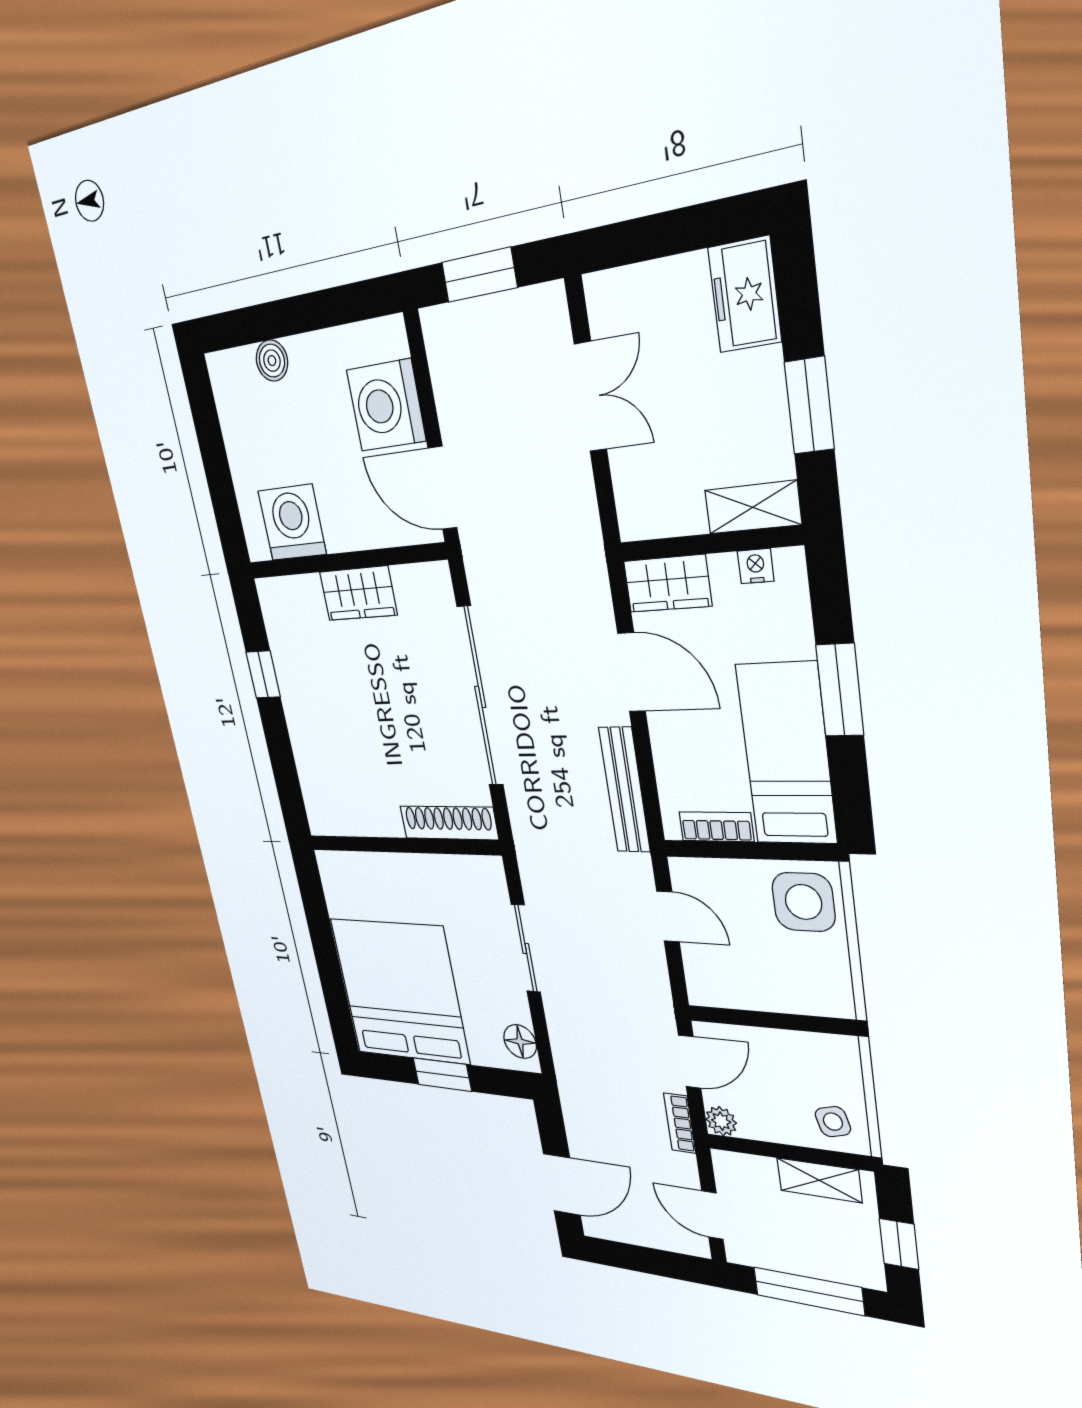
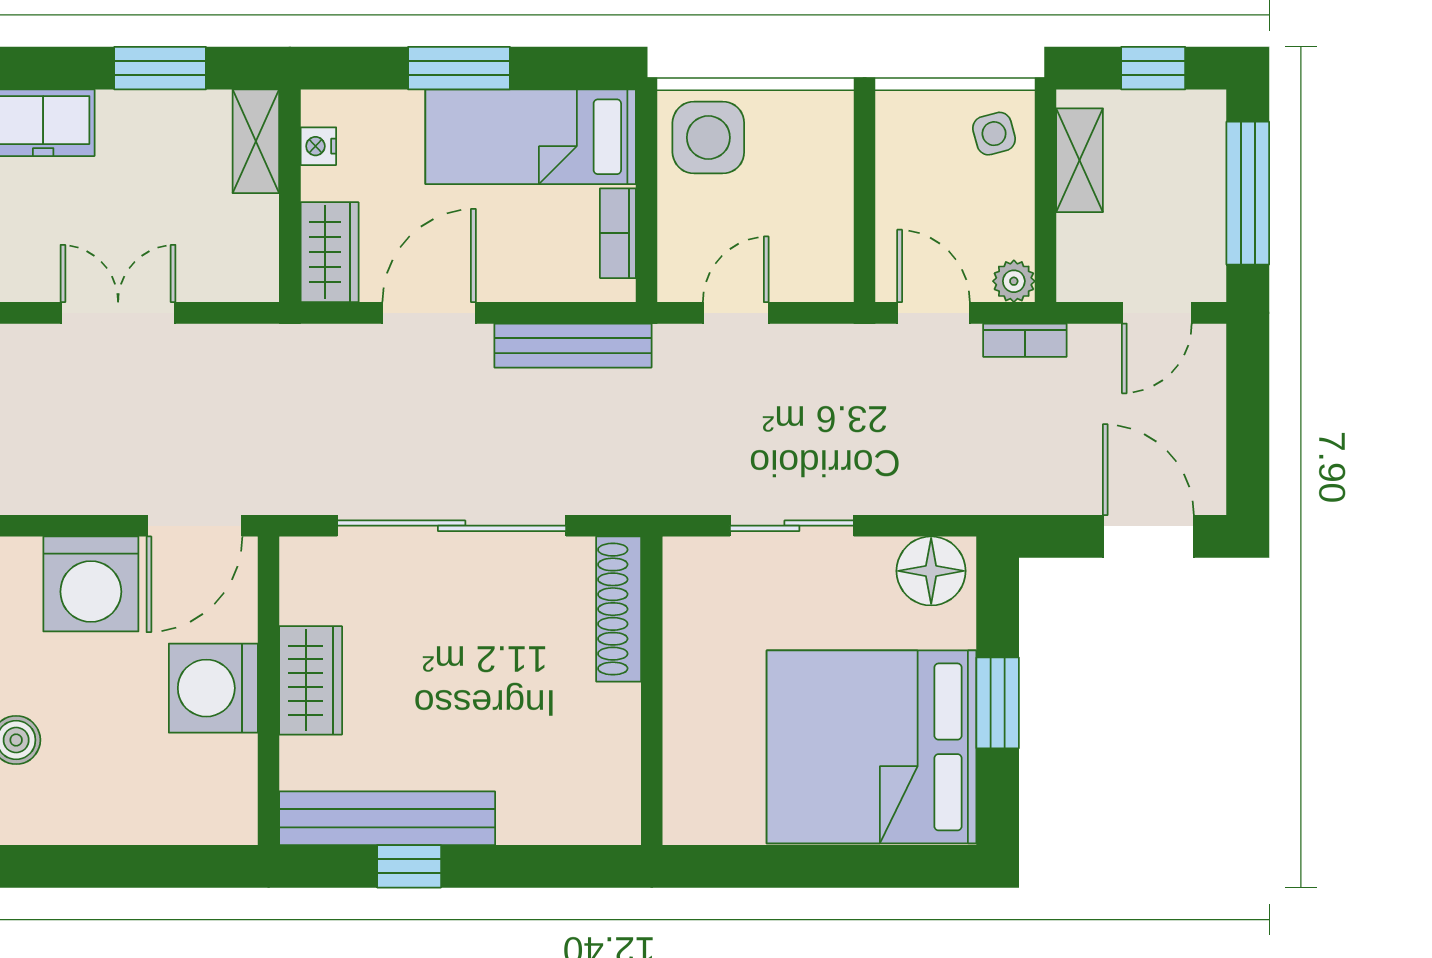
washing machine: (292, 523) -> (213, 688), moved
bench: (287, 657) -> (387, 818), added
floor lamp: (520, 1042) -> (931, 571), width x1.38, depth x1.38

